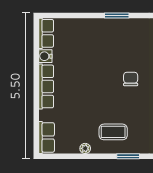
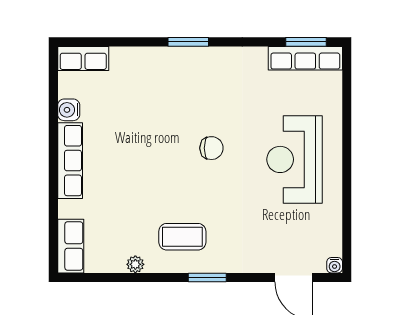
row of seats: (46, 33) -> (83, 58), moved, turned 90
chair: (131, 79) -> (211, 148), turned 90

